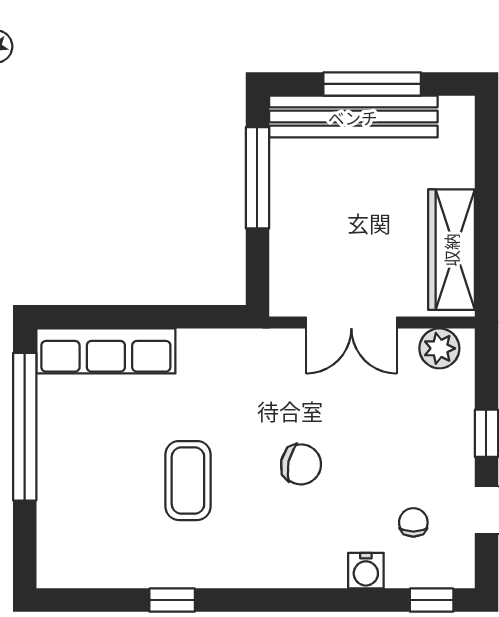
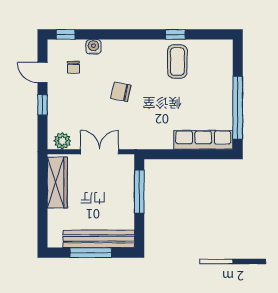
window: (257, 178) -> (139, 192), moved
coffee table: (188, 481) -> (177, 61), moved

